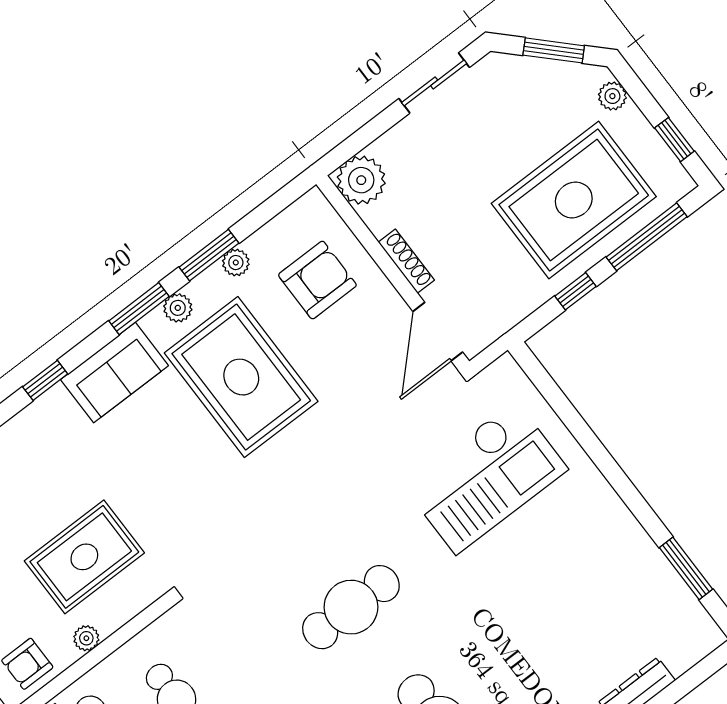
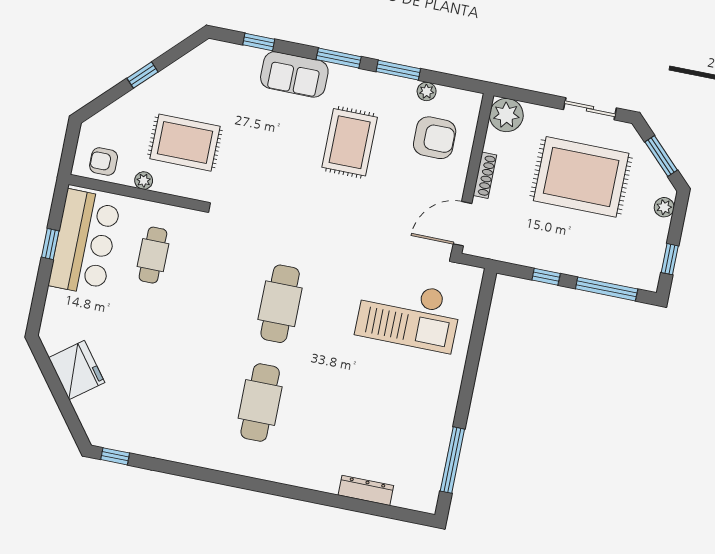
rug: (574, 200) -> (581, 177), moved
plant: (236, 263) -> (427, 91), moved
plant: (178, 308) -> (357, 78), removed
rug: (241, 377) -> (350, 142), width x0.73, depth x0.69
window: (686, 568) -> (452, 460), width x1.44
cafe table: (351, 607) -> (280, 304), turned 90

